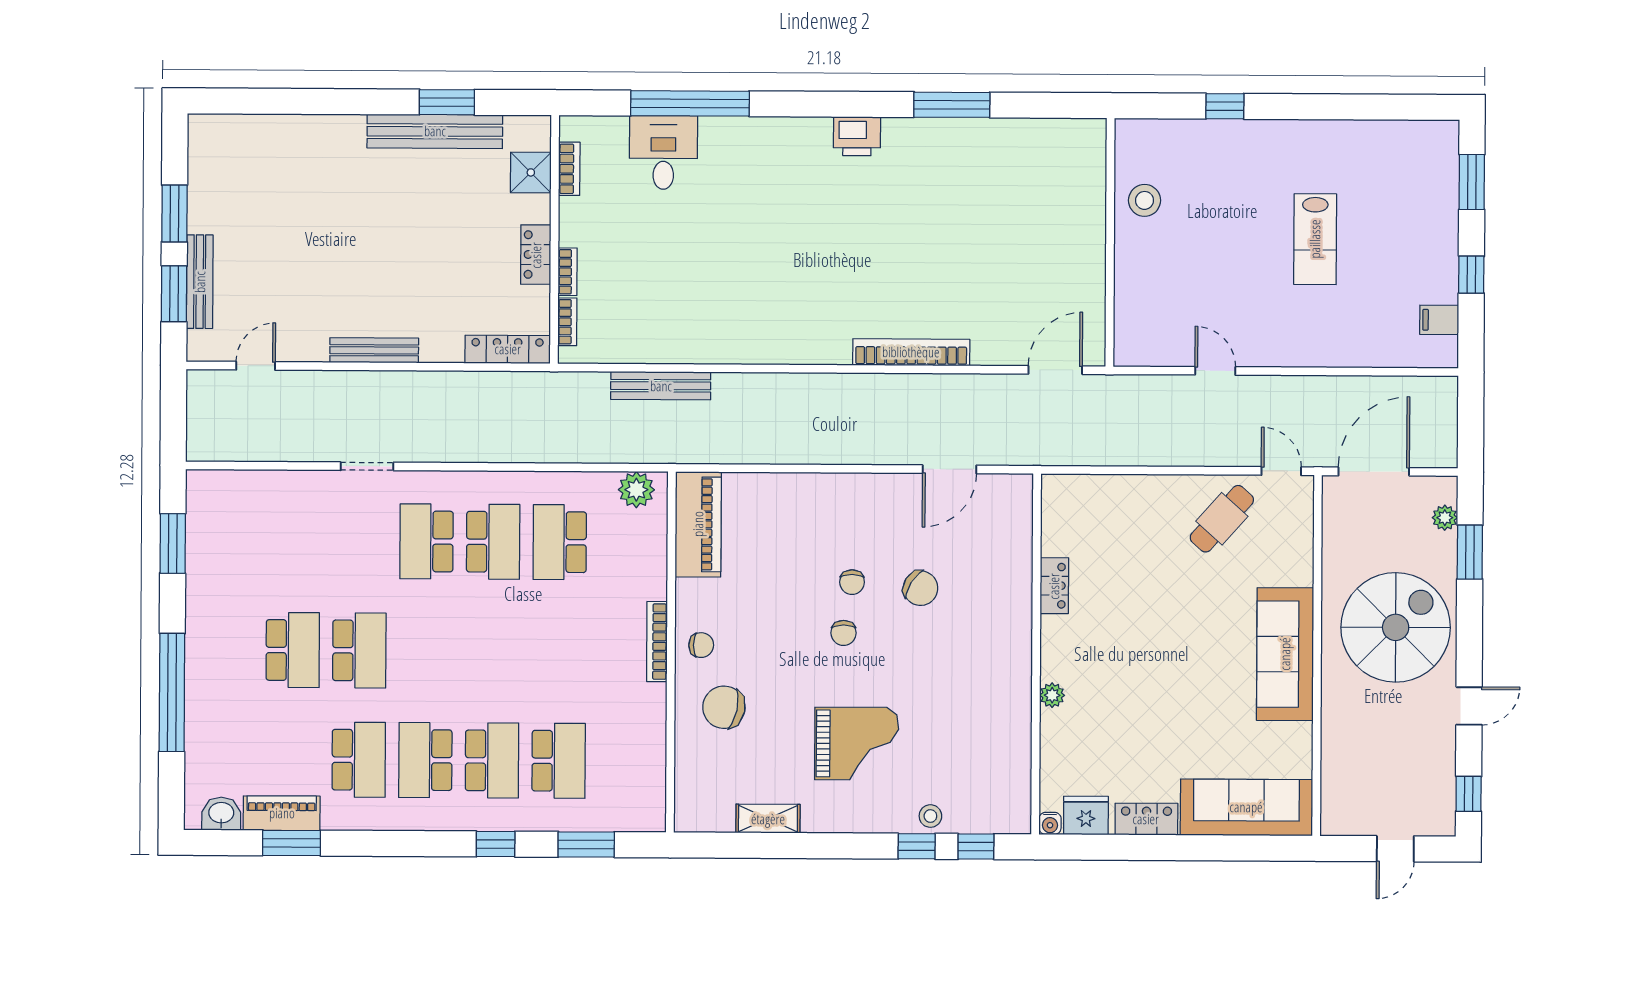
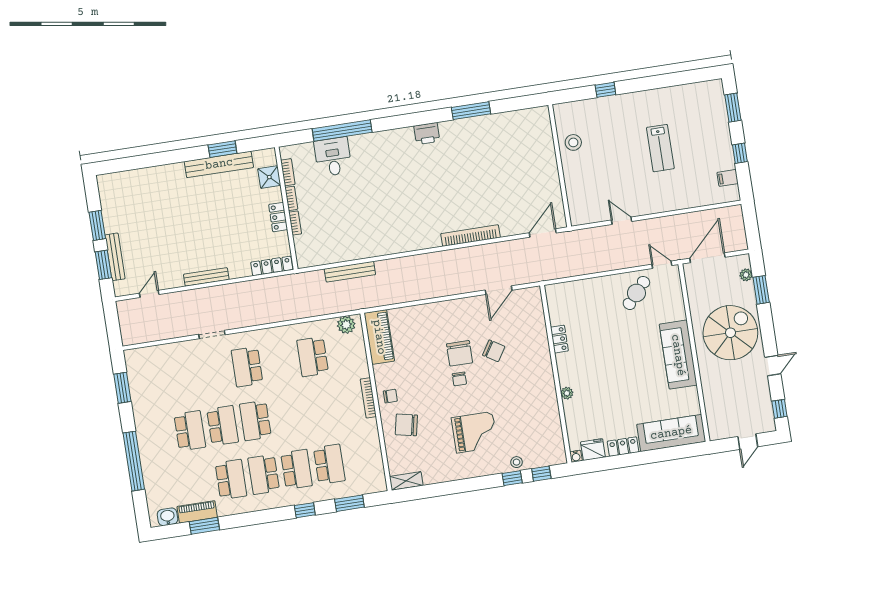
bookcase: (567, 322) -> (291, 198), moved
school desk: (493, 542) -> (255, 421), moved, turned 180
chair: (852, 582) -> (460, 353), width x1.87, depth x1.87
shelving: (768, 819) -> (406, 481), moved

